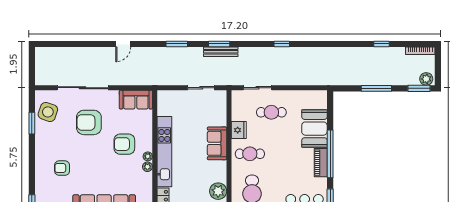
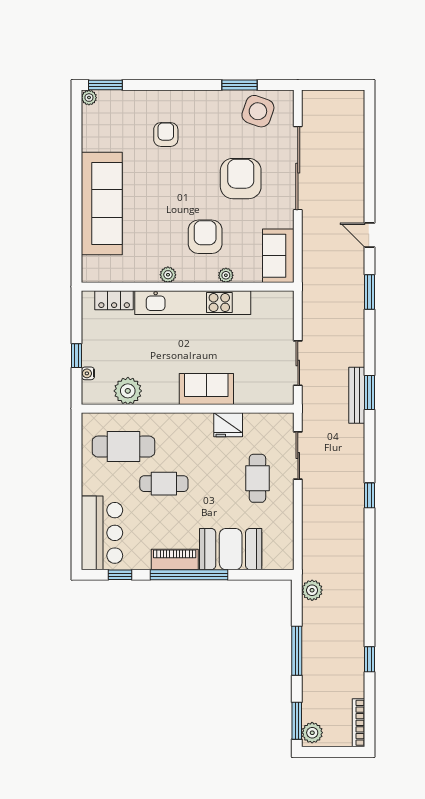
window: (177, 44) -> (370, 292), moved
plant: (339, 79) -> (312, 590), added
cafe table: (250, 154) -> (164, 484), moved, turned 90
plant: (148, 156) -> (226, 275), moved

